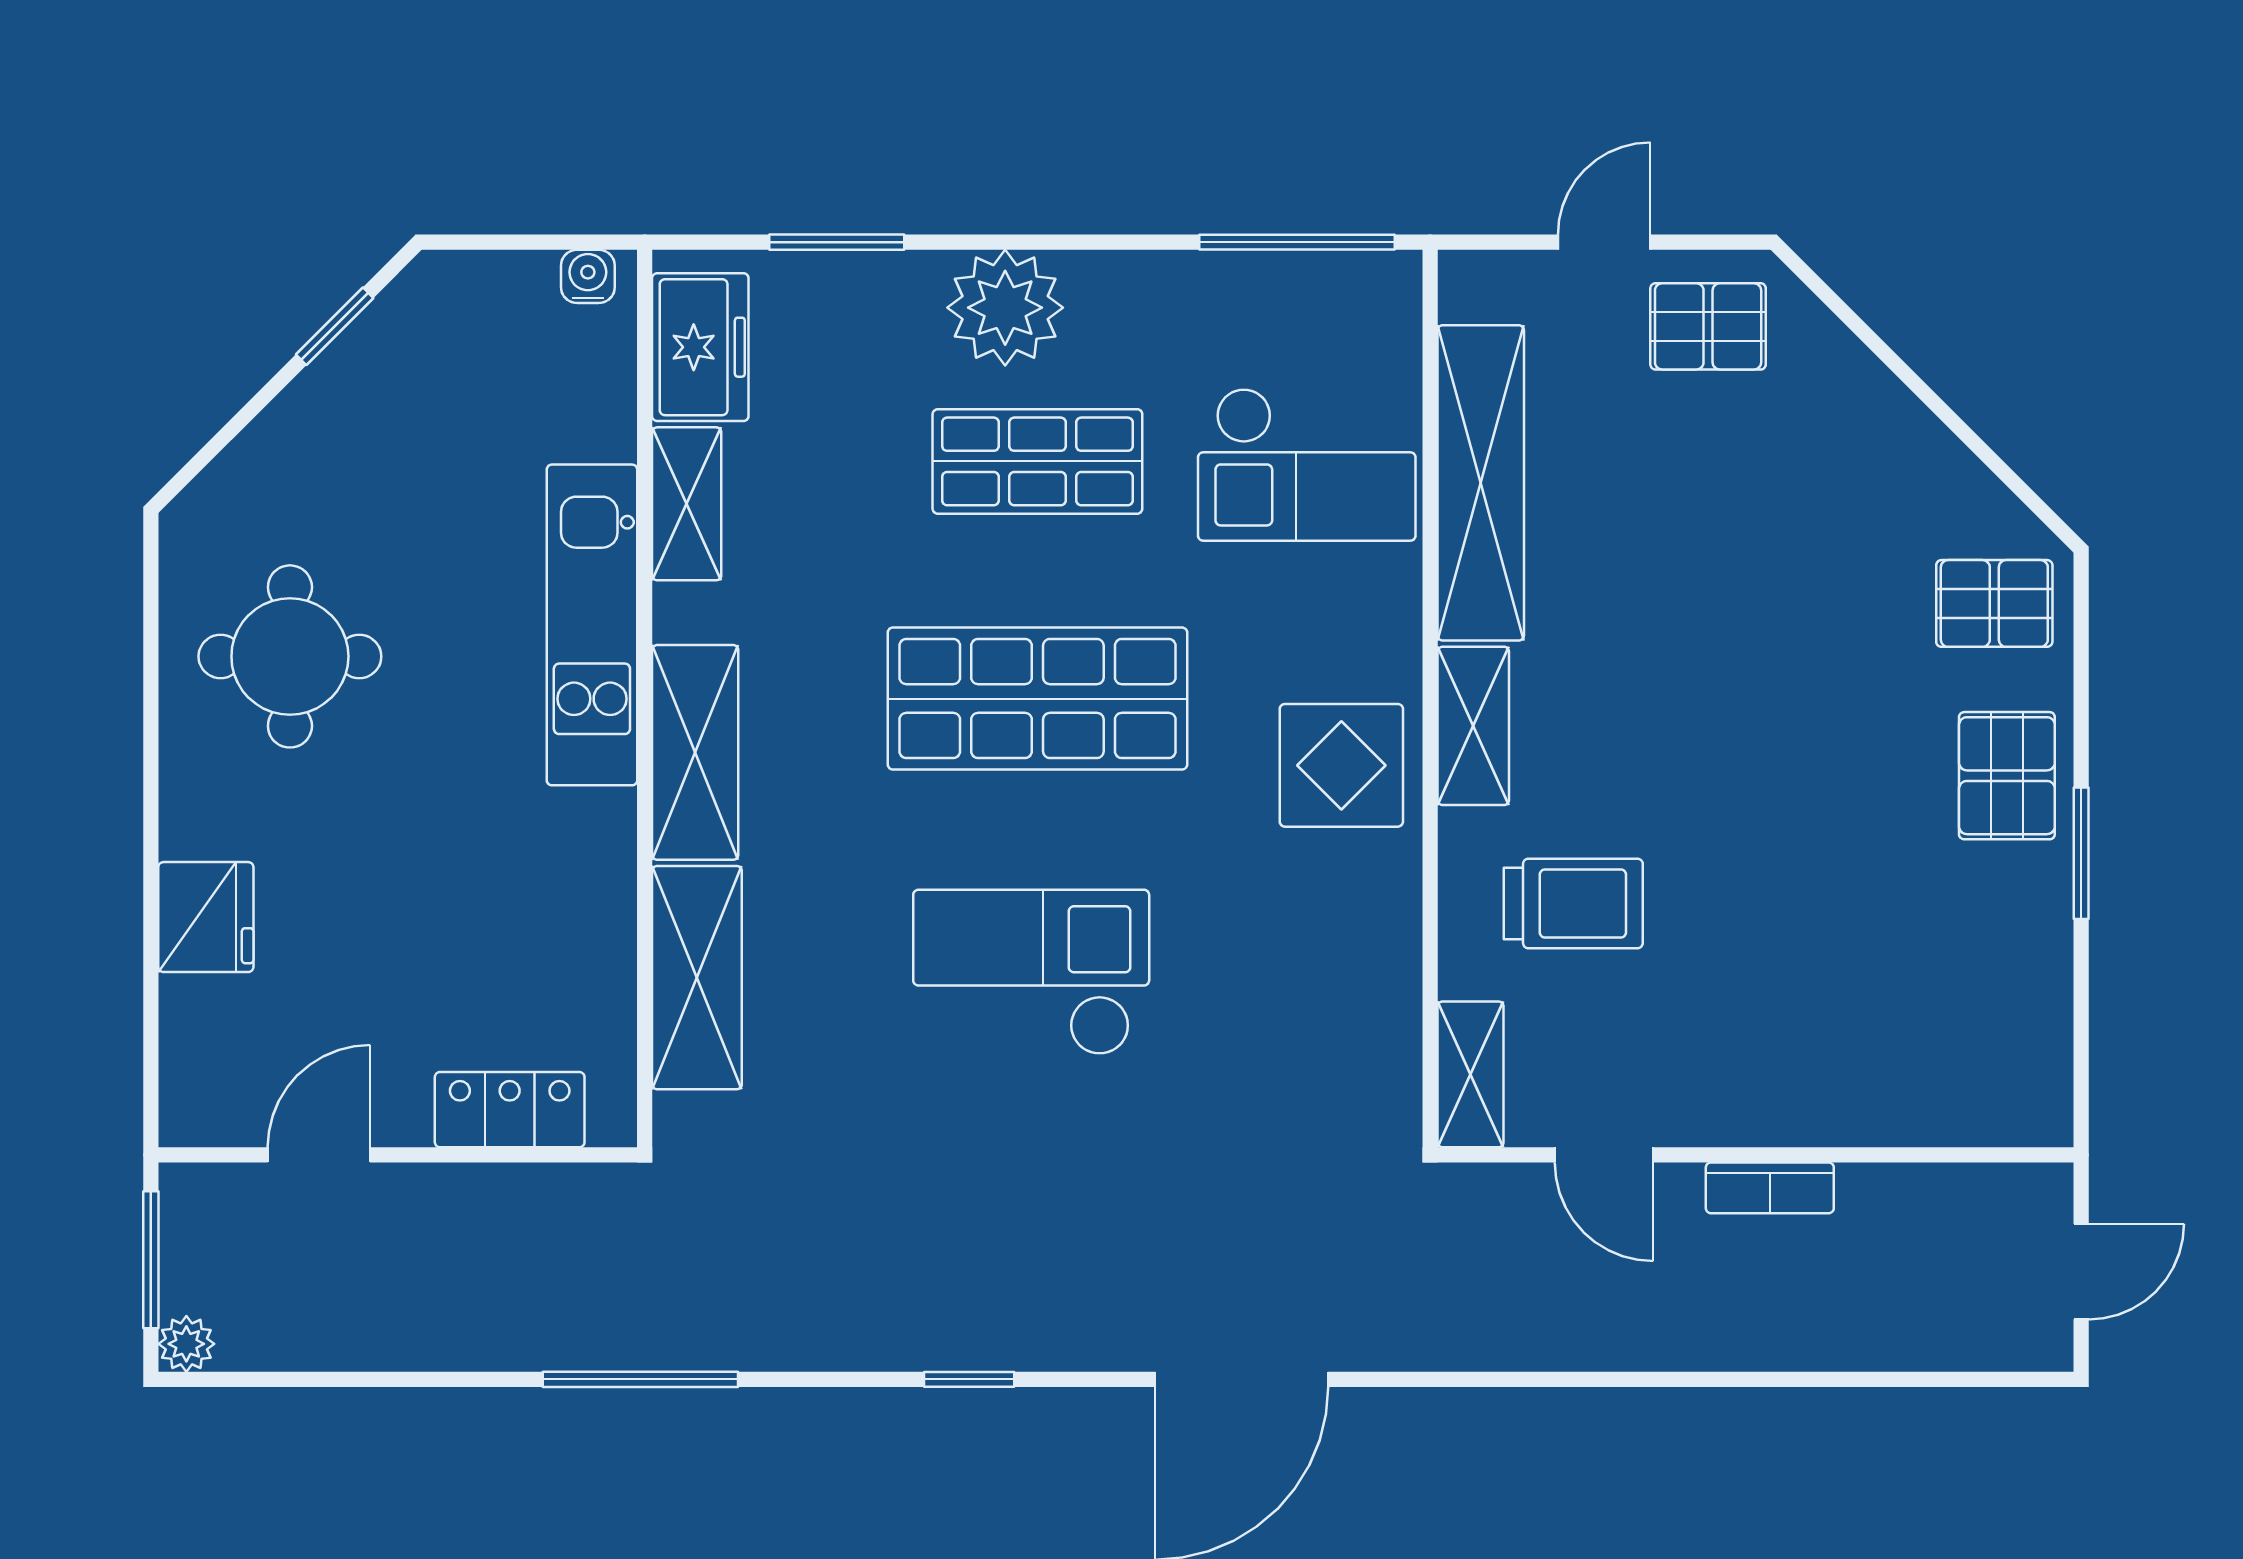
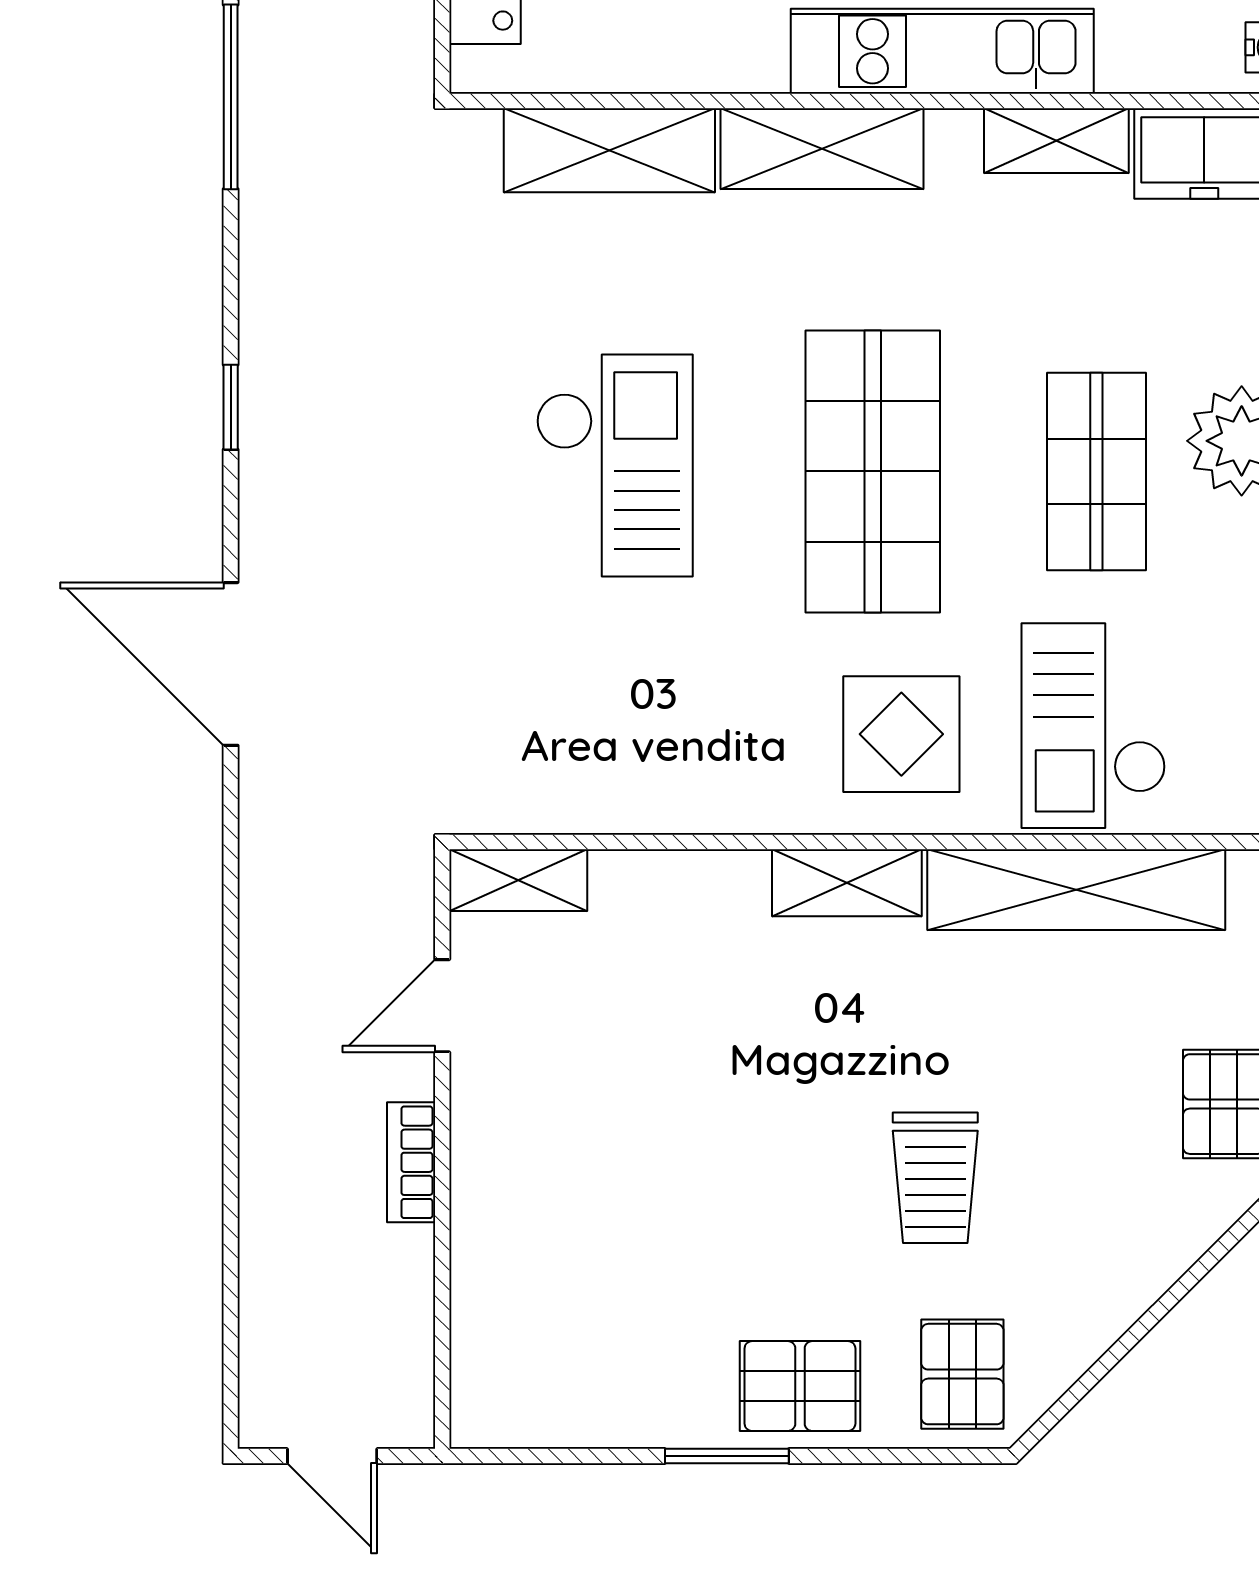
display table: (1341, 765) -> (901, 734), moved
trolley: (1573, 903) -> (935, 1178), moved

